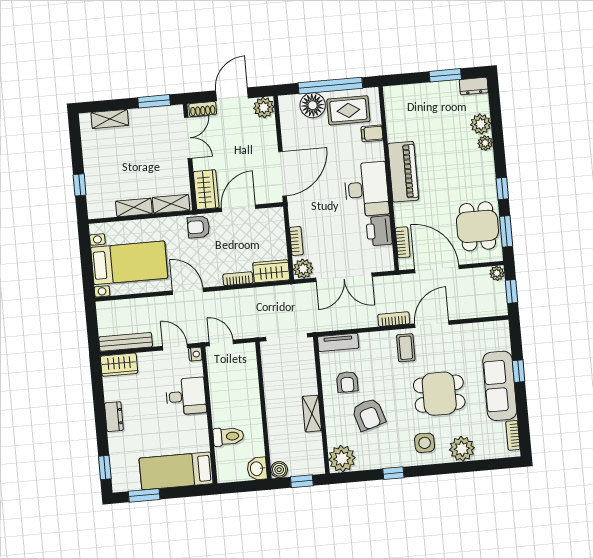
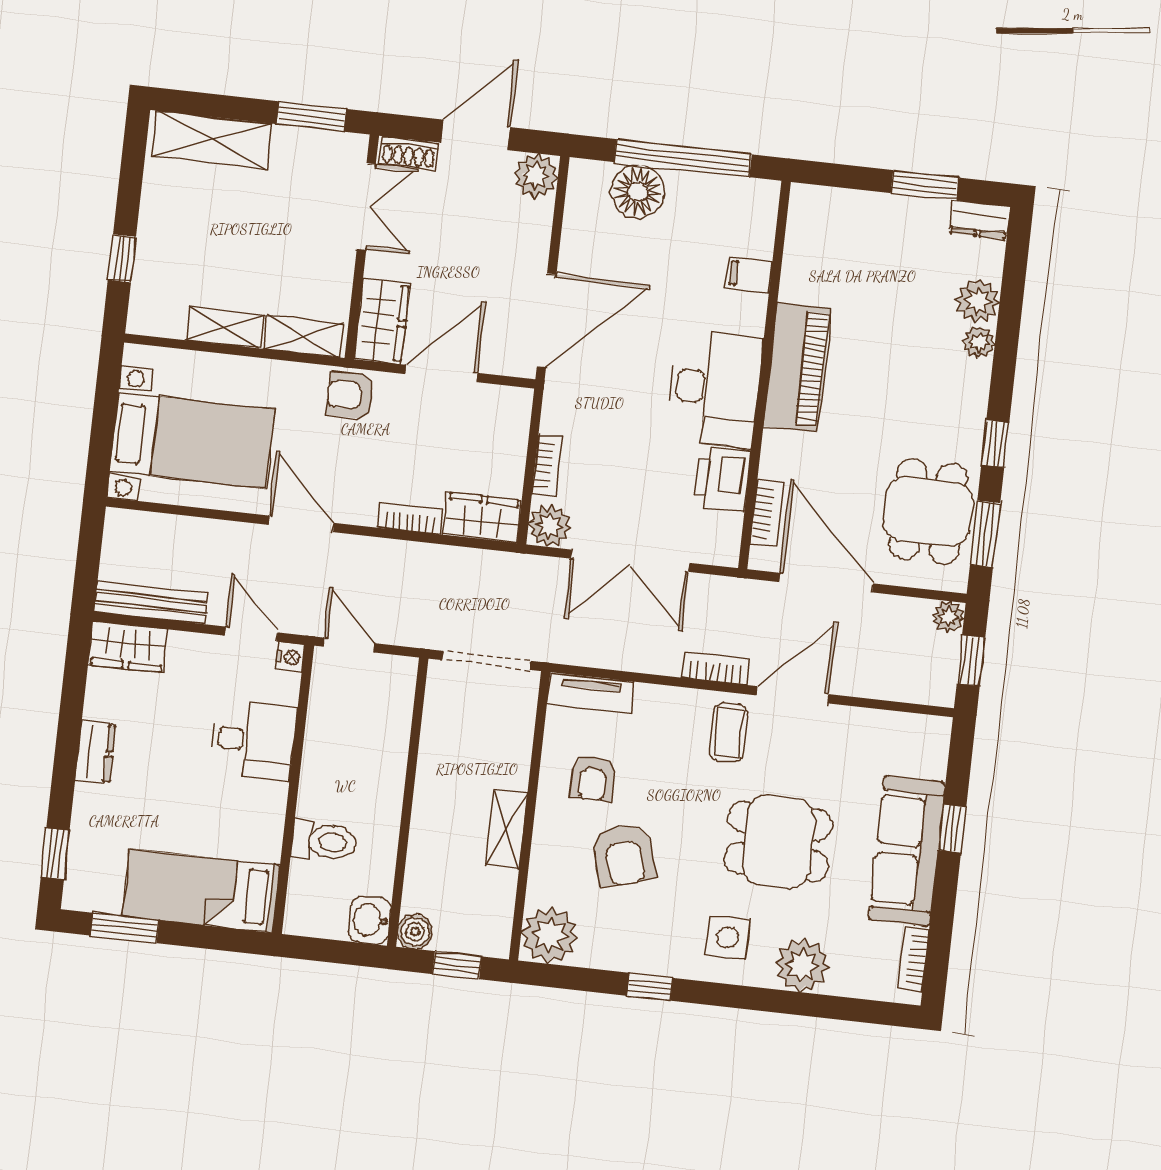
rug: (348, 110) -> (710, 217), removed
shelving: (110, 119) -> (211, 140), width x1.50, depth x1.33

